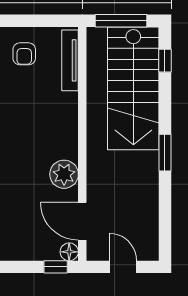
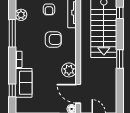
armchair: (33, 114) -> (53, 39), added

